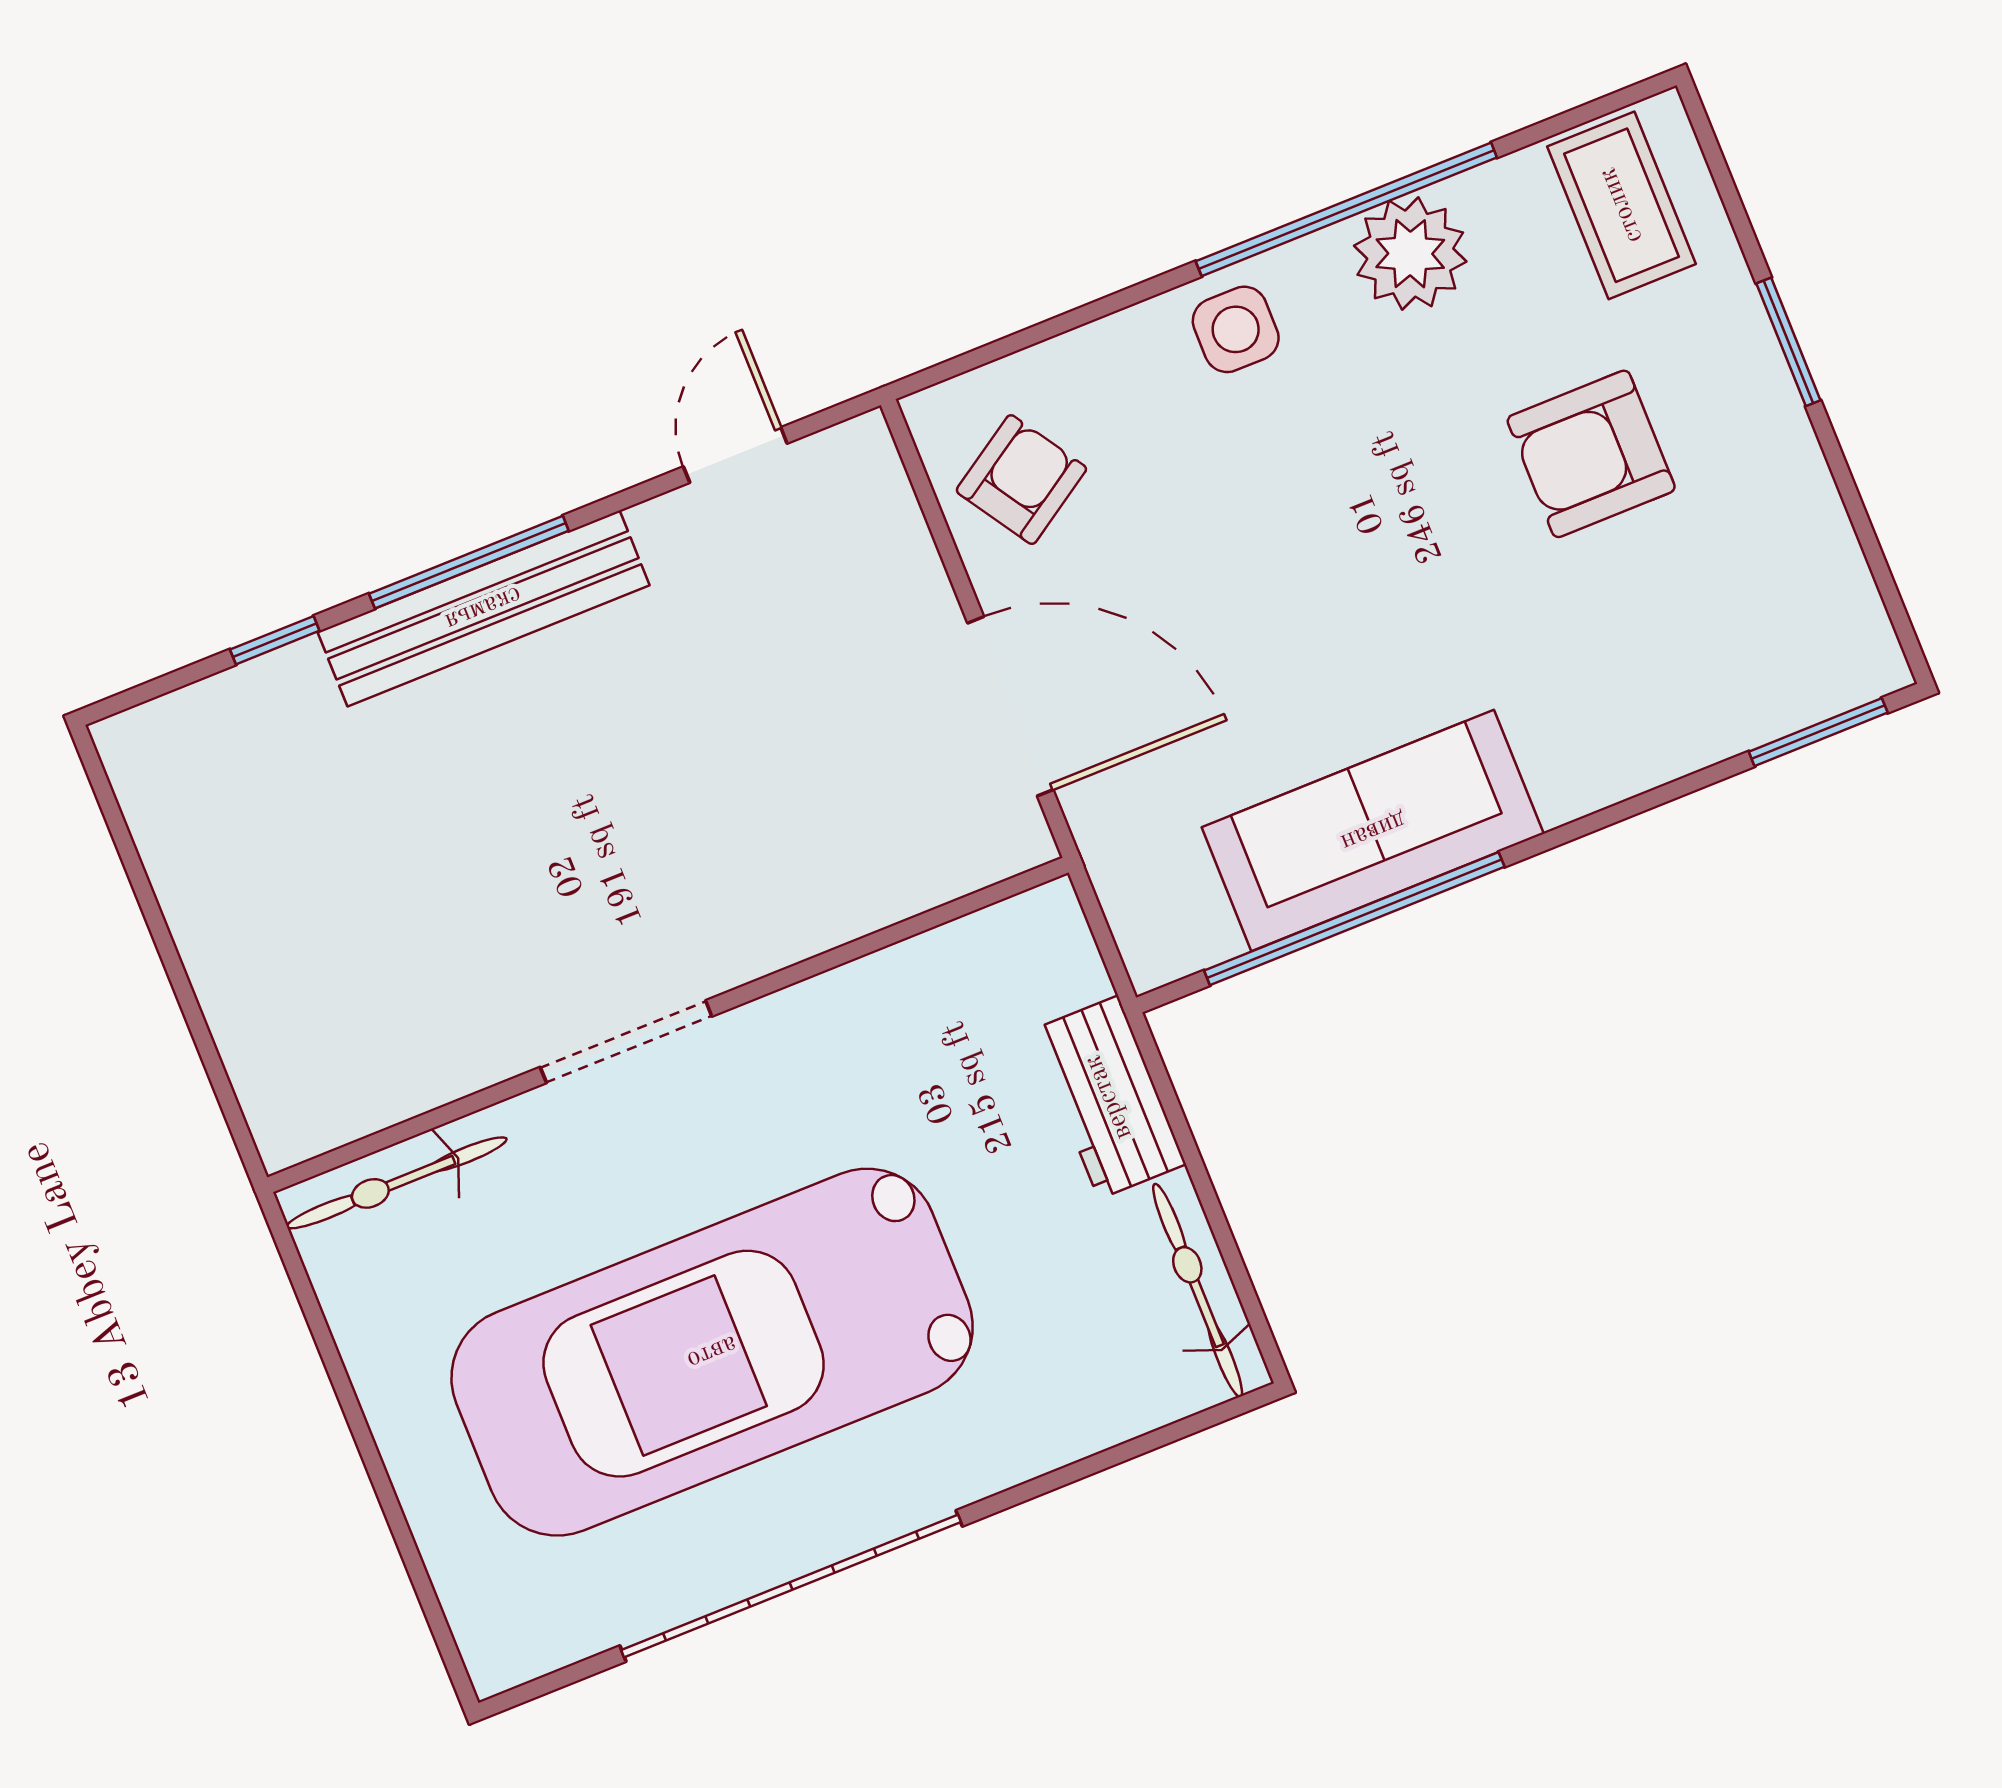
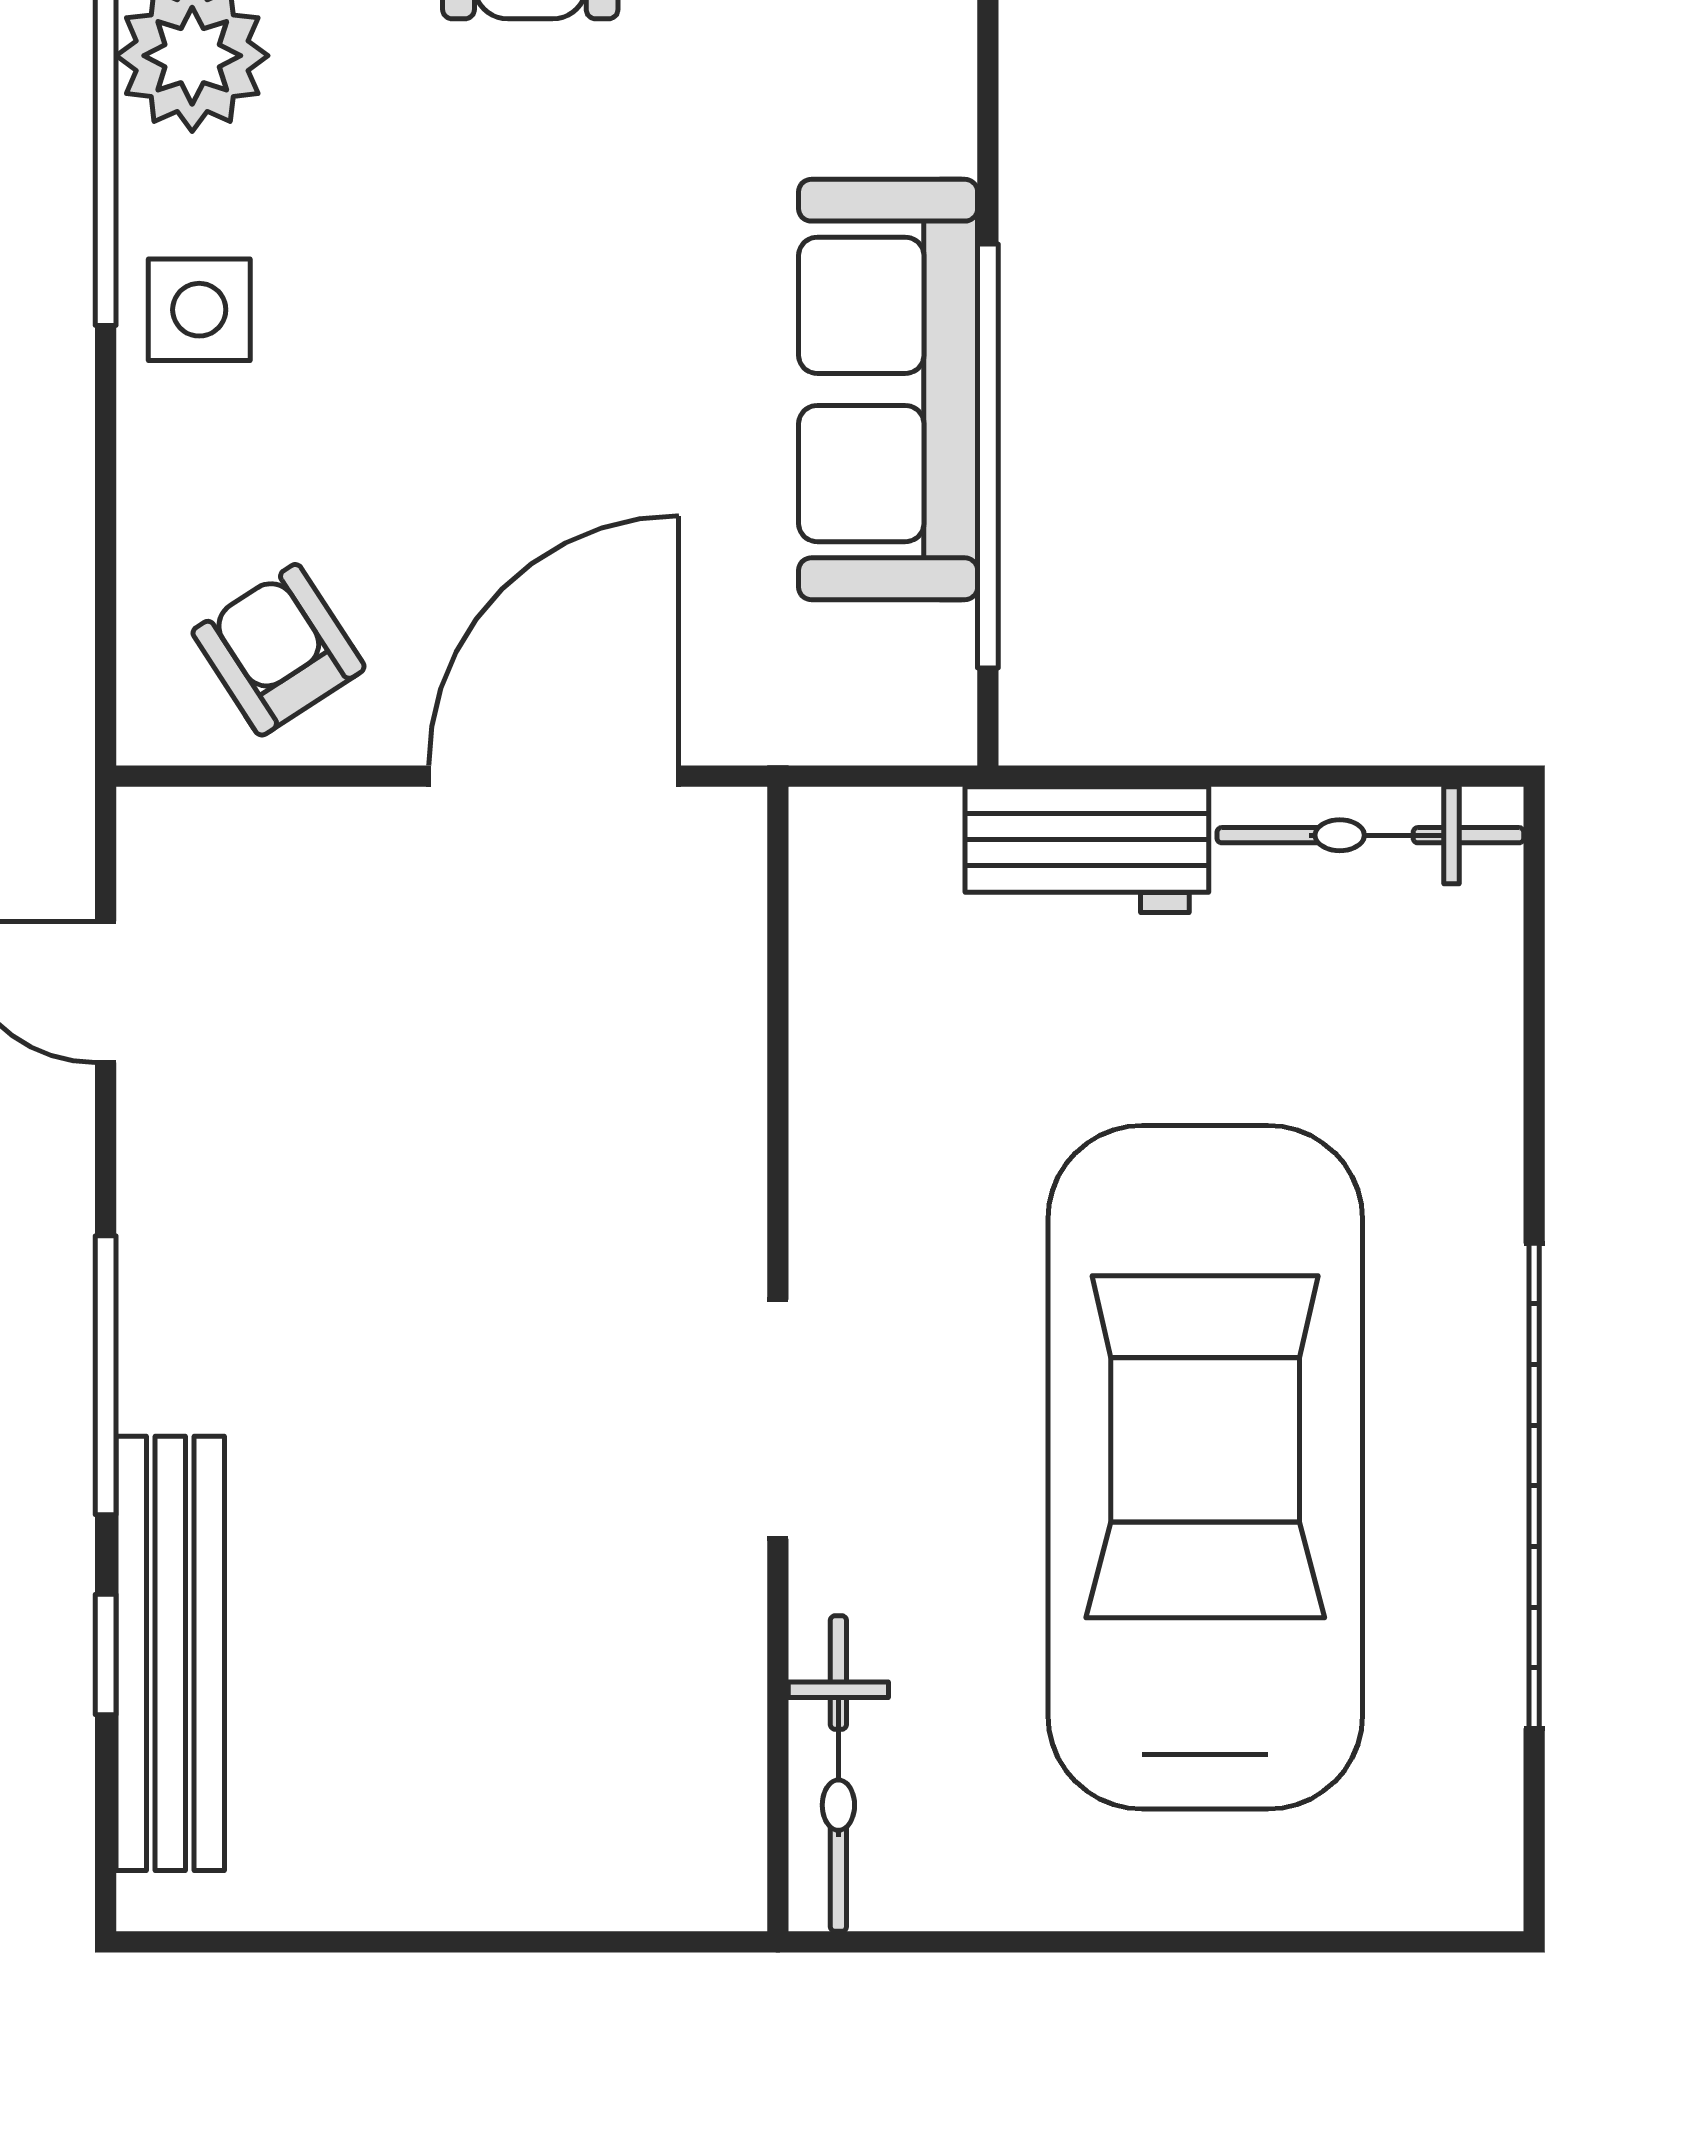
bench: (483, 608) -> (170, 1653), moved
car: (712, 1352) -> (1205, 1467), turned 180

